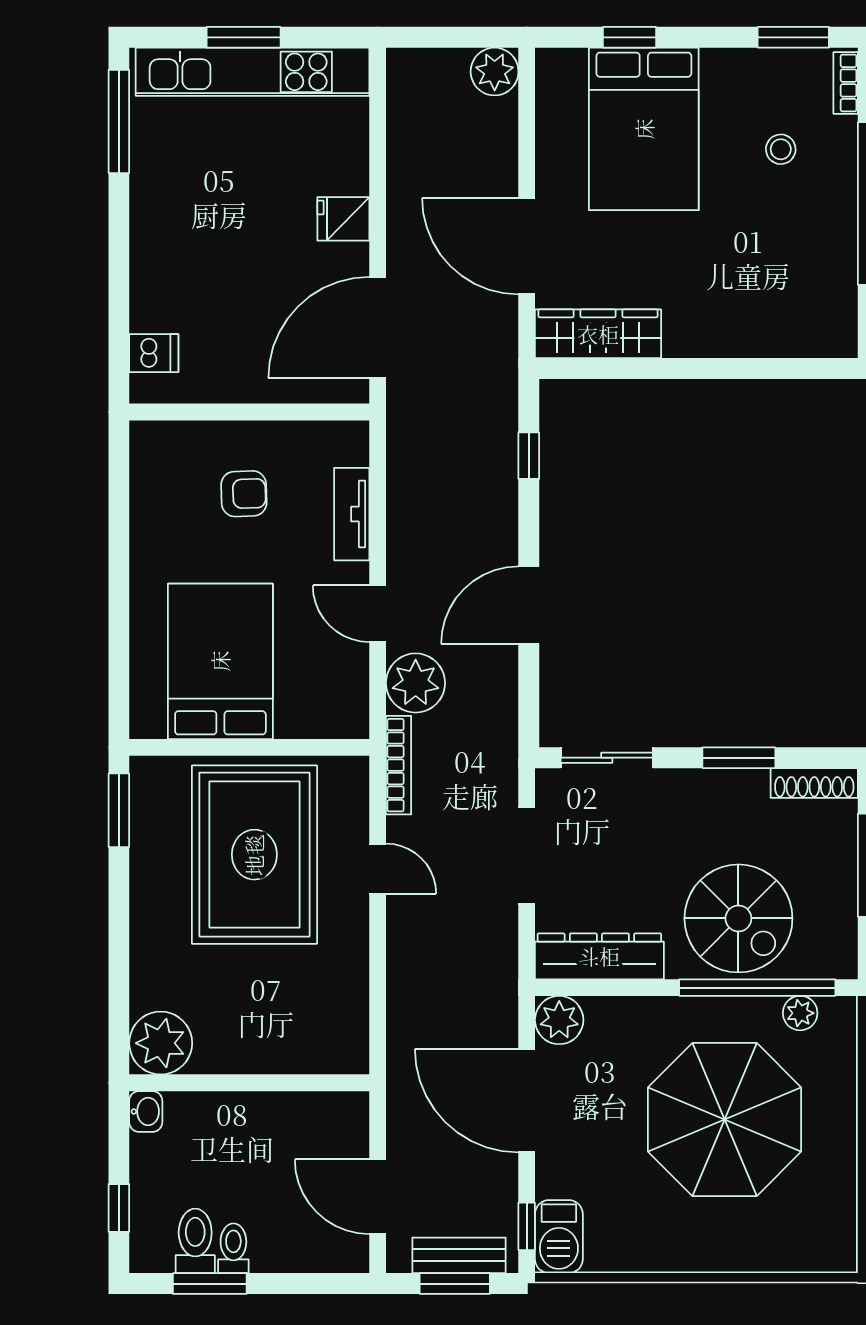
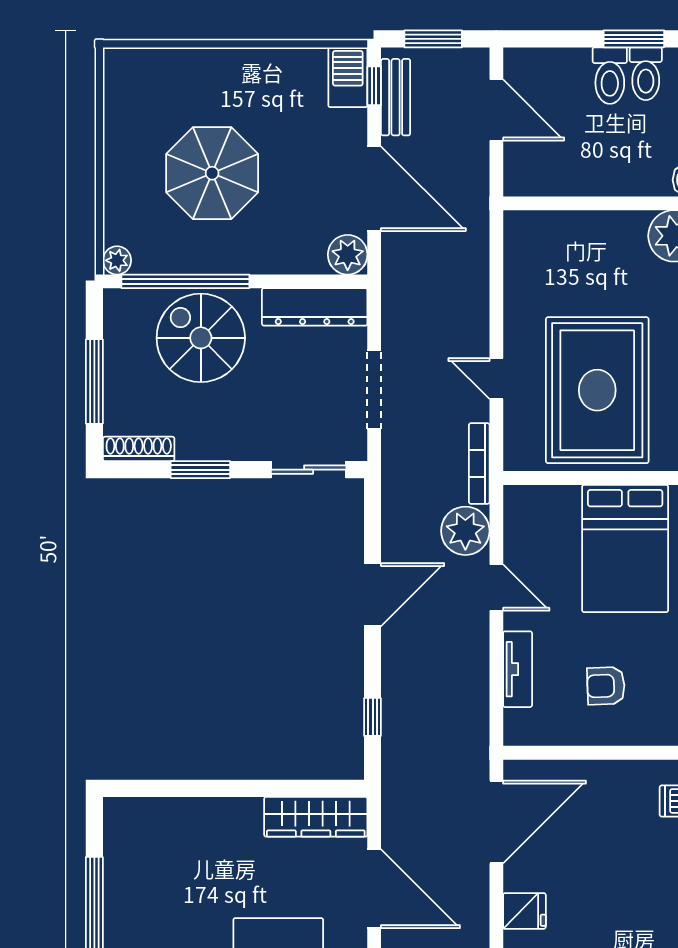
plant: (800, 1013) -> (117, 260), moved
parasol: (725, 1120) -> (212, 173), width x0.73, depth x0.73
toilet: (233, 1248) -> (610, 76), width x1.37, depth x1.39
bench: (459, 1255) -> (396, 97), moved, turned 90

